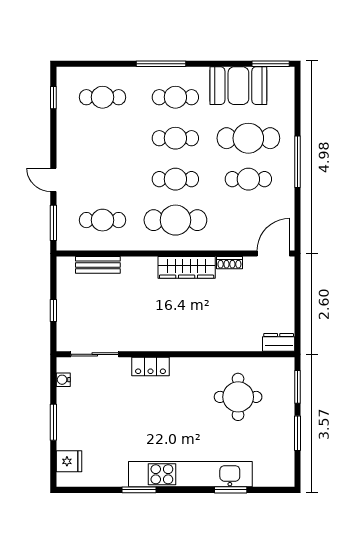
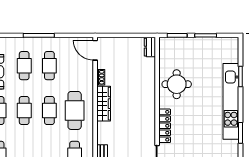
cafe table: (248, 138) -> (24, 66), width x0.73, depth x0.74
locker: (151, 367) -> (165, 126), width x1.53
round table: (238, 397) -> (177, 84), moved

